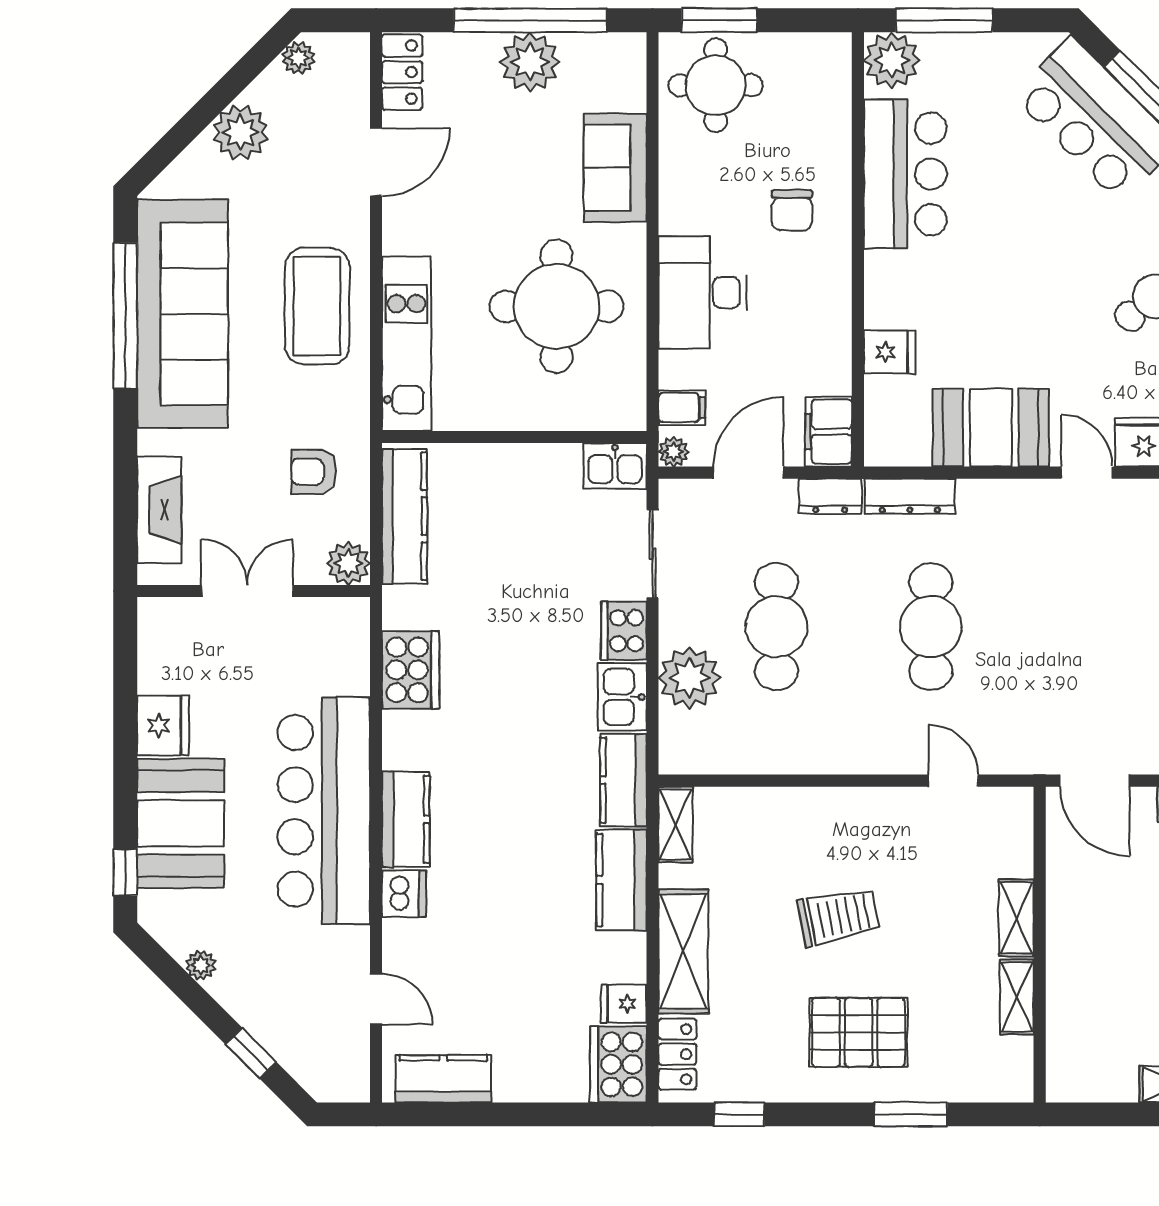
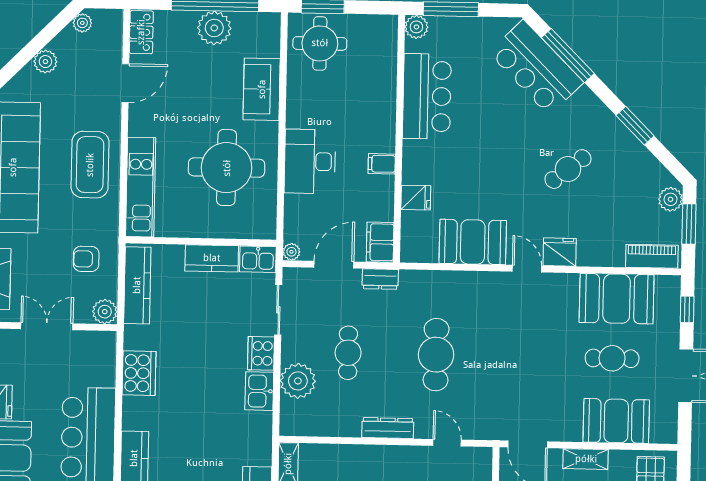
plant: (892, 60) -> (416, 27), width x0.73, depth x0.73
plant: (240, 132) -> (45, 62), width x0.73, depth x0.73
chair: (792, 210) -> (362, 116), removed
filing cabinet: (682, 408) -> (382, 164), moved, turned 180
dresser: (910, 496) -> (388, 428), moved, turned 180
cafe table: (776, 627) -> (348, 353), width x0.73, depth x0.74
kitchen counter: (623, 780) -> (212, 258), moved, turned -90

